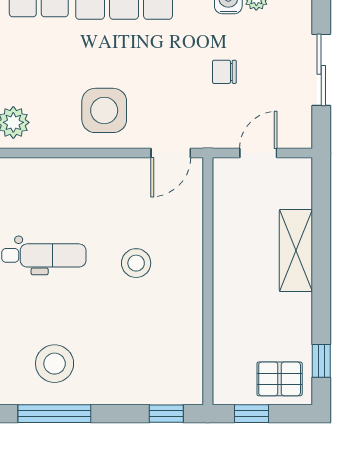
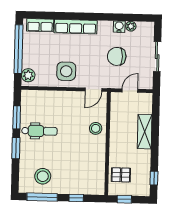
chair: (224, 72) -> (117, 56), width x1.87, depth x1.87
stool: (136, 263) -> (96, 128), moved
pallet: (280, 379) -> (121, 175), moved
window: (166, 414) -> (76, 198), moved

